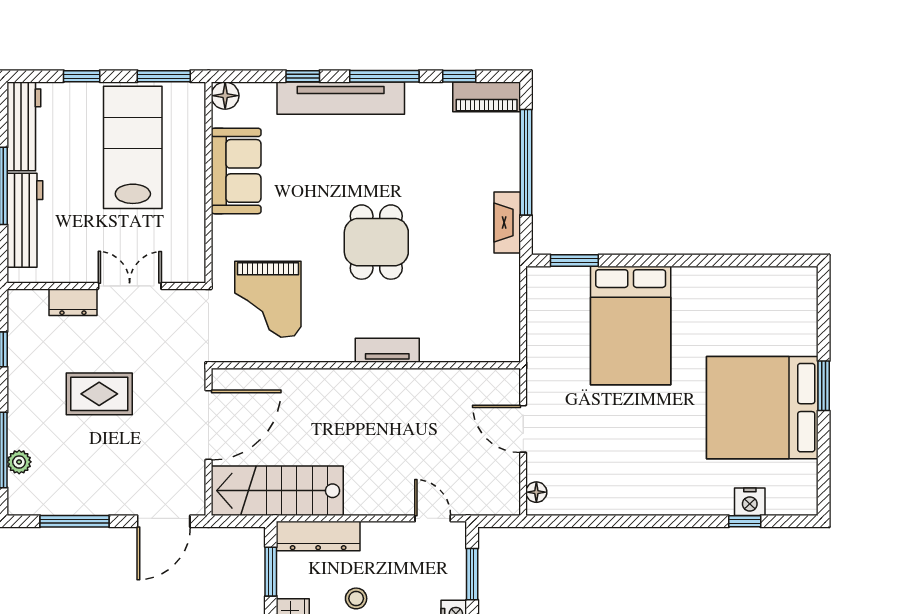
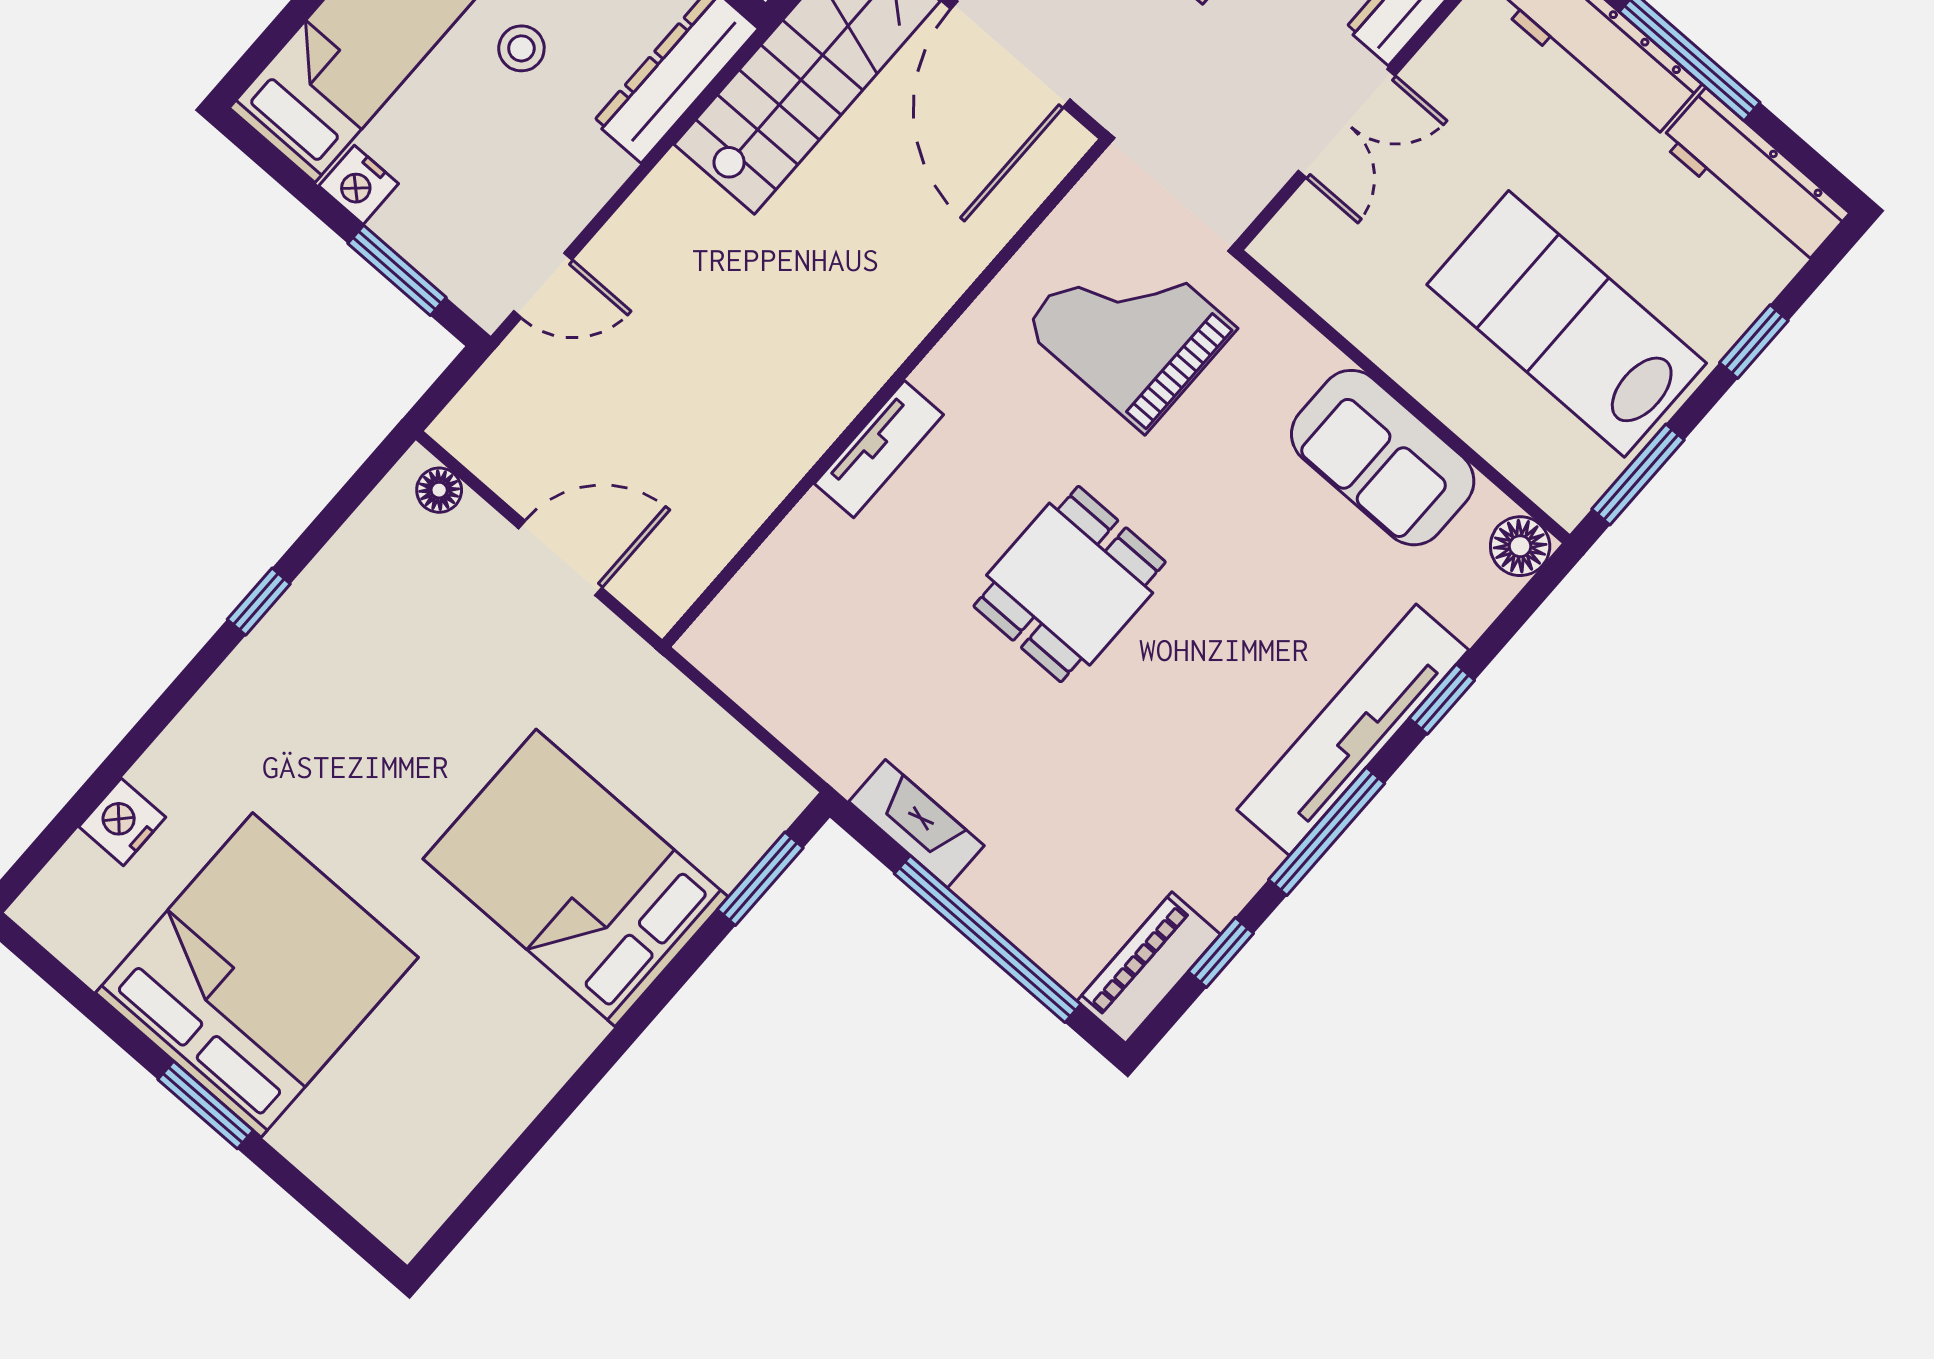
lab bench: (133, 147) -> (1567, 324), turned 180
dining table: (376, 242) -> (1070, 584), turned 90
window: (745, 521) -> (259, 602), moved

